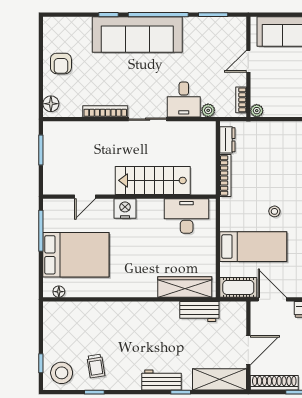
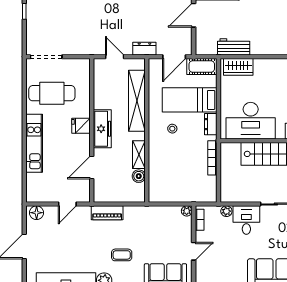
dresser: (227, 140) -> (211, 124), moved
desk: (187, 216) -> (251, 121), width x1.36, depth x1.30
wardrobe: (185, 287) -> (238, 67), width x0.67
door: (272, 299) -> (174, 57), hinge flipped

